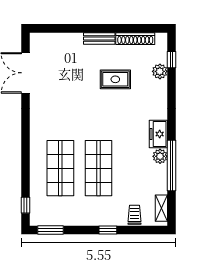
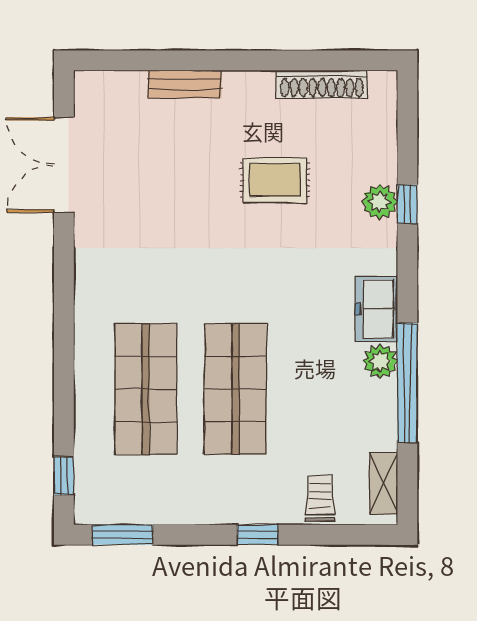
bench: (99, 39) -> (185, 84), moved
window: (172, 60) -> (407, 204), moved
plant: (160, 71) -> (380, 202), moved

